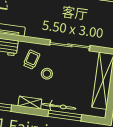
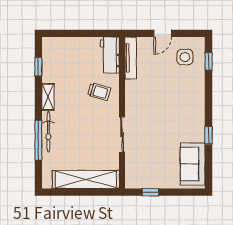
sliding door: (70, 45) -> (122, 135), width x0.73
stool: (47, 74) -> (85, 112), removed

